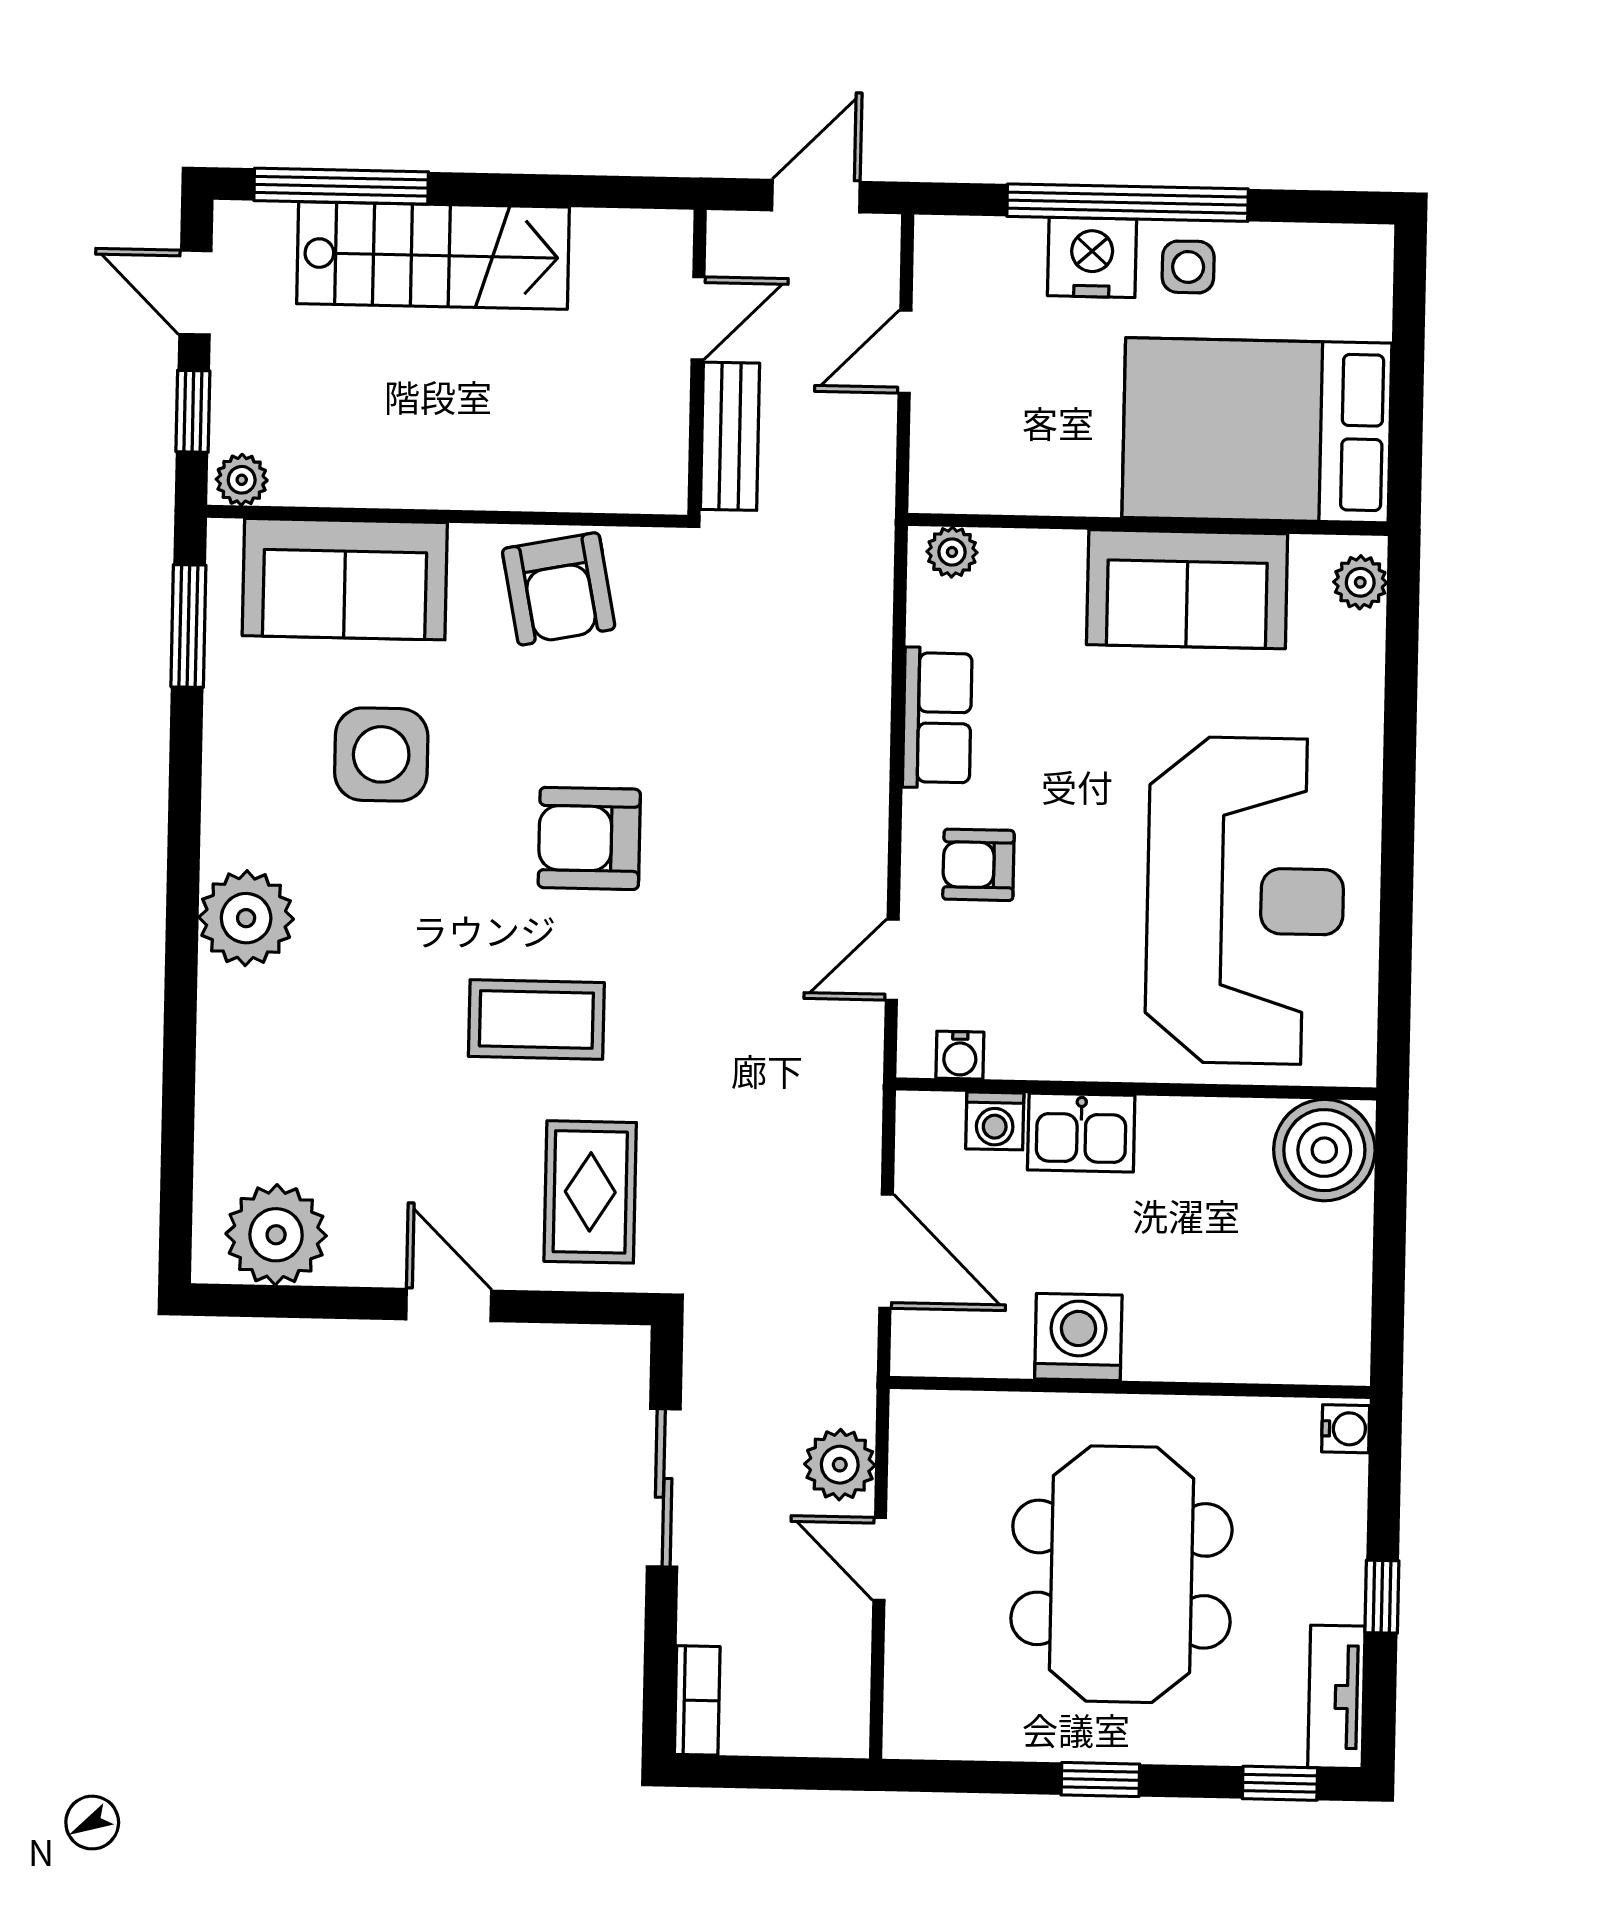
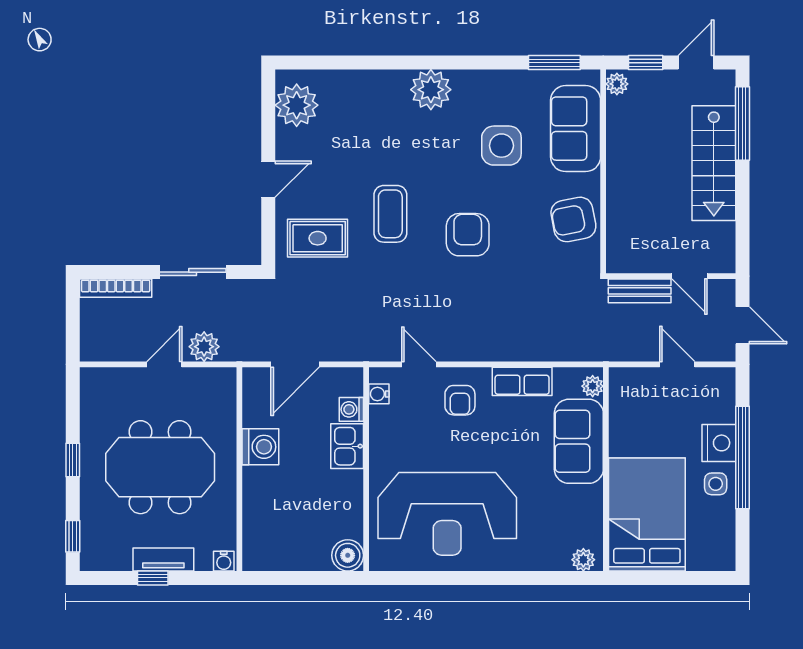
sofa: (1187, 589) -> (579, 441), moved
armchair: (978, 865) -> (460, 400), turned 180
boiler: (1324, 1150) -> (348, 555), width x0.73, depth x0.73
tv unit: (1336, 1697) -> (163, 560), moved
bookcase: (697, 1700) -> (116, 288), width x1.56

